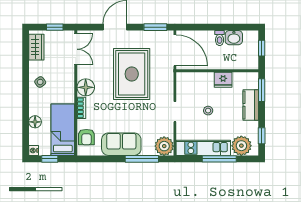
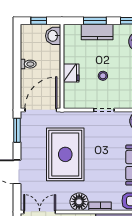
washbasin: (234, 38) -> (53, 36), moved, turned 180
rug: (132, 74) -> (65, 154), turned 90
fridge: (223, 80) -> (71, 73), moved
window: (262, 90) -> (95, 21), moved

